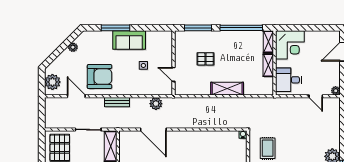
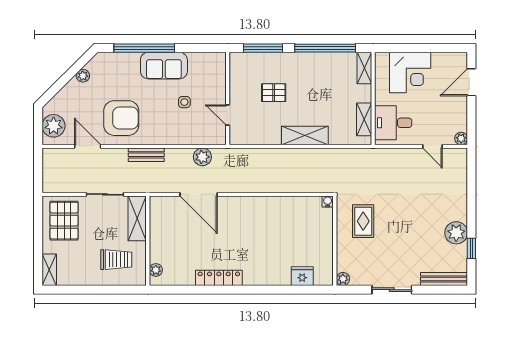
window: (116, 28) -> (144, 48), width x1.46
corner desk: (290, 45) -> (410, 73), moved
shelving: (268, 65) -> (364, 119), moved

